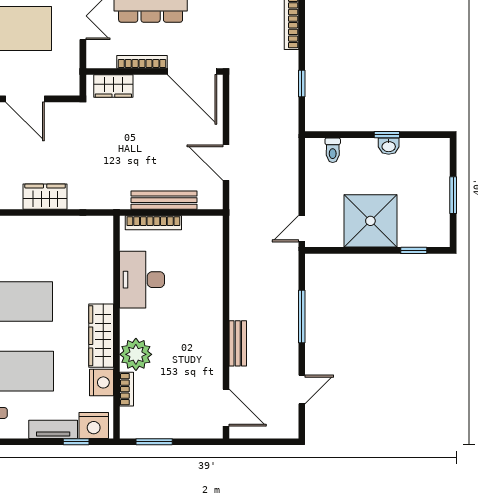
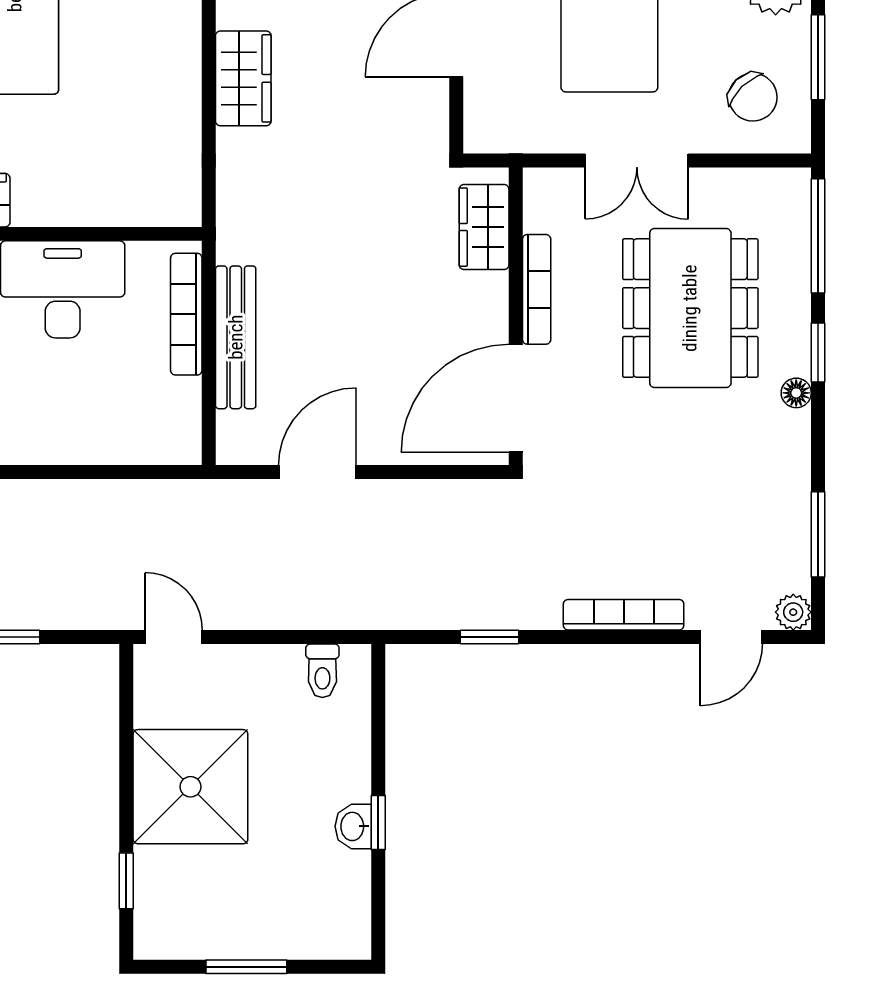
toilet: (333, 150) -> (322, 671), moved, turned -90

